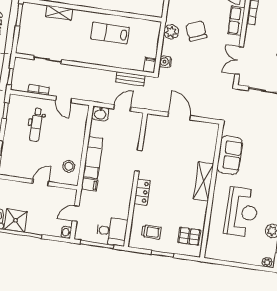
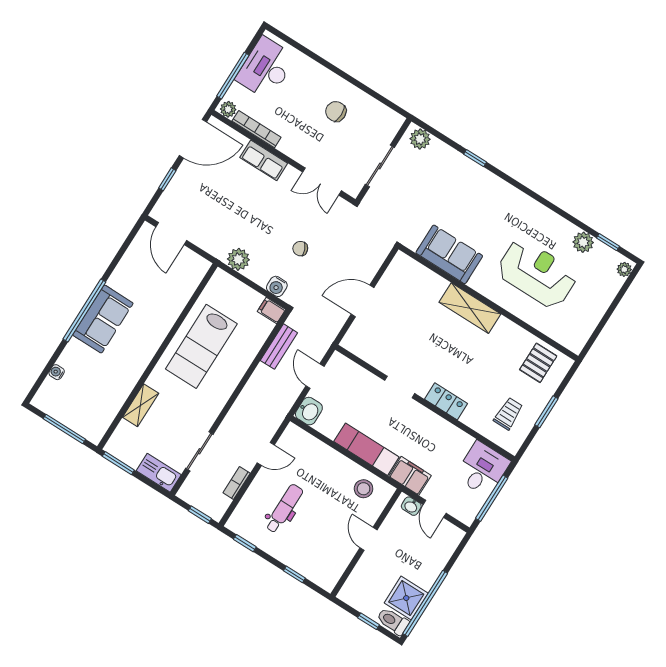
chair: (196, 31) -> (300, 249), moved, width x0.54, depth x0.54
lab bench: (110, 33) -> (201, 346), width x1.36, depth x1.39
kitchen sink: (24, 41) -> (159, 473), added
dental chair: (36, 125) -> (284, 509), turned -90
filing cabinet: (89, 185) -> (410, 476), width x2.00
washbasin: (66, 232) -> (411, 506), moved

